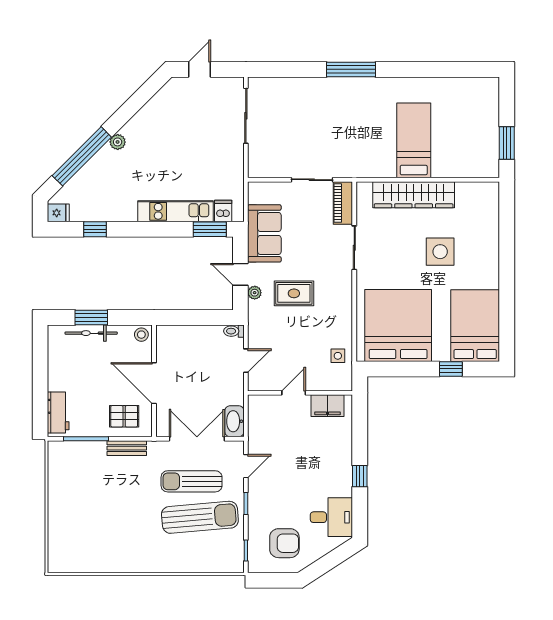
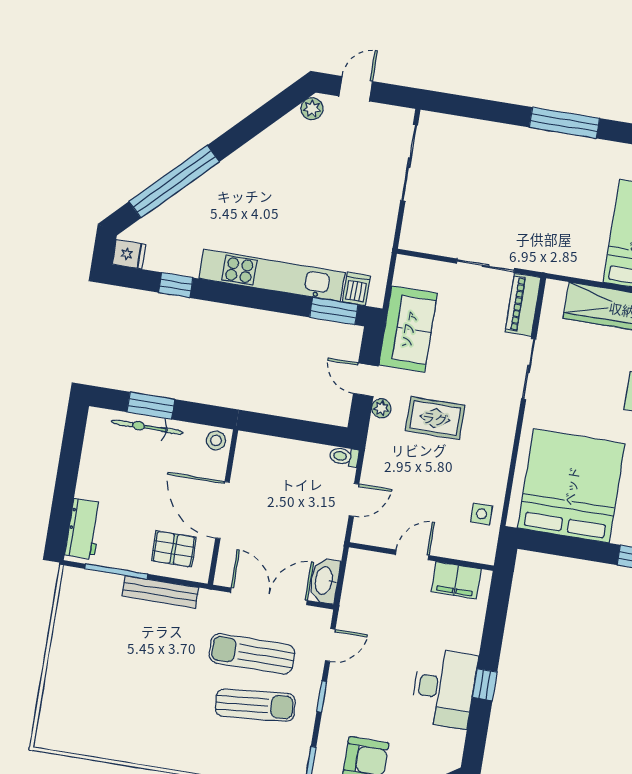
plant: (118, 142) -> (312, 109), moved
kitchen unit: (176, 211) -> (272, 275), width x1.36
bench: (127, 448) -> (160, 592), width x1.36
sun lounger: (200, 517) -> (255, 705), width x0.73, depth x0.75
desk: (331, 517) -> (444, 688), moved, width x1.37

